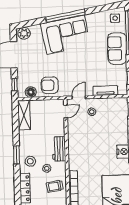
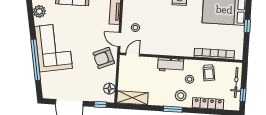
window: (66, 16) -> (36, 60), moved
plant: (24, 33) -> (39, 11), moved
armchair: (50, 85) -> (104, 58), moved, turned 67
door: (66, 111) -> (133, 55), hinge flipped

